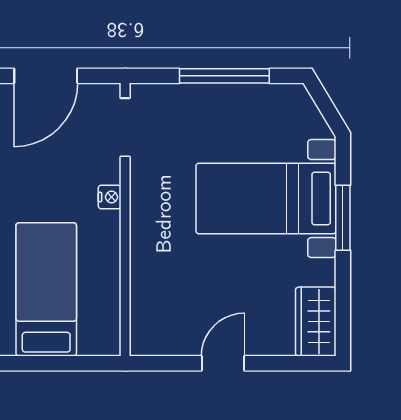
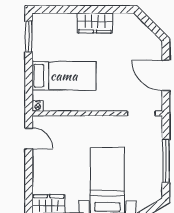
nightstand: (110, 197) -> (38, 106), moved
door: (223, 363) -> (29, 138), moved

